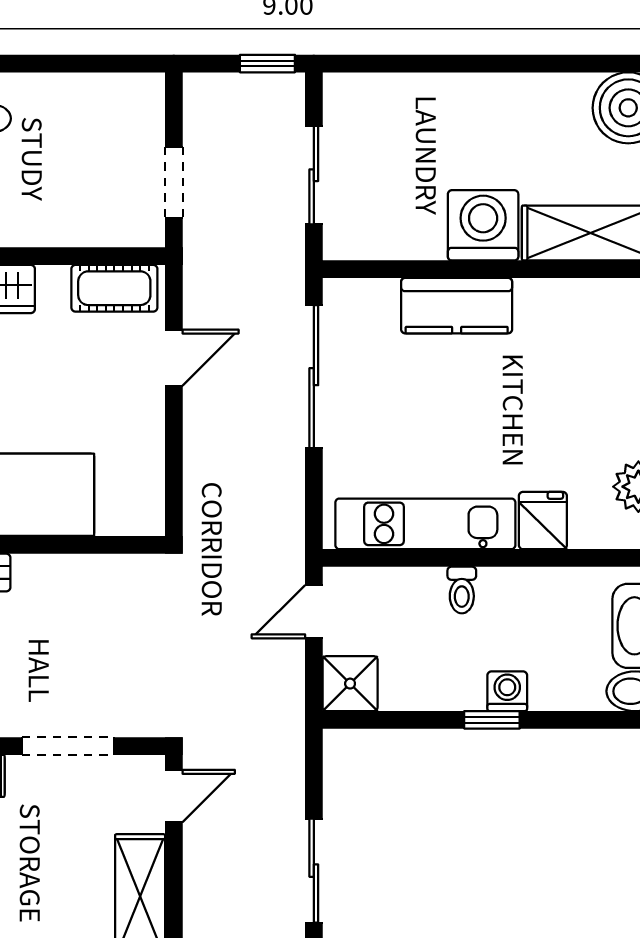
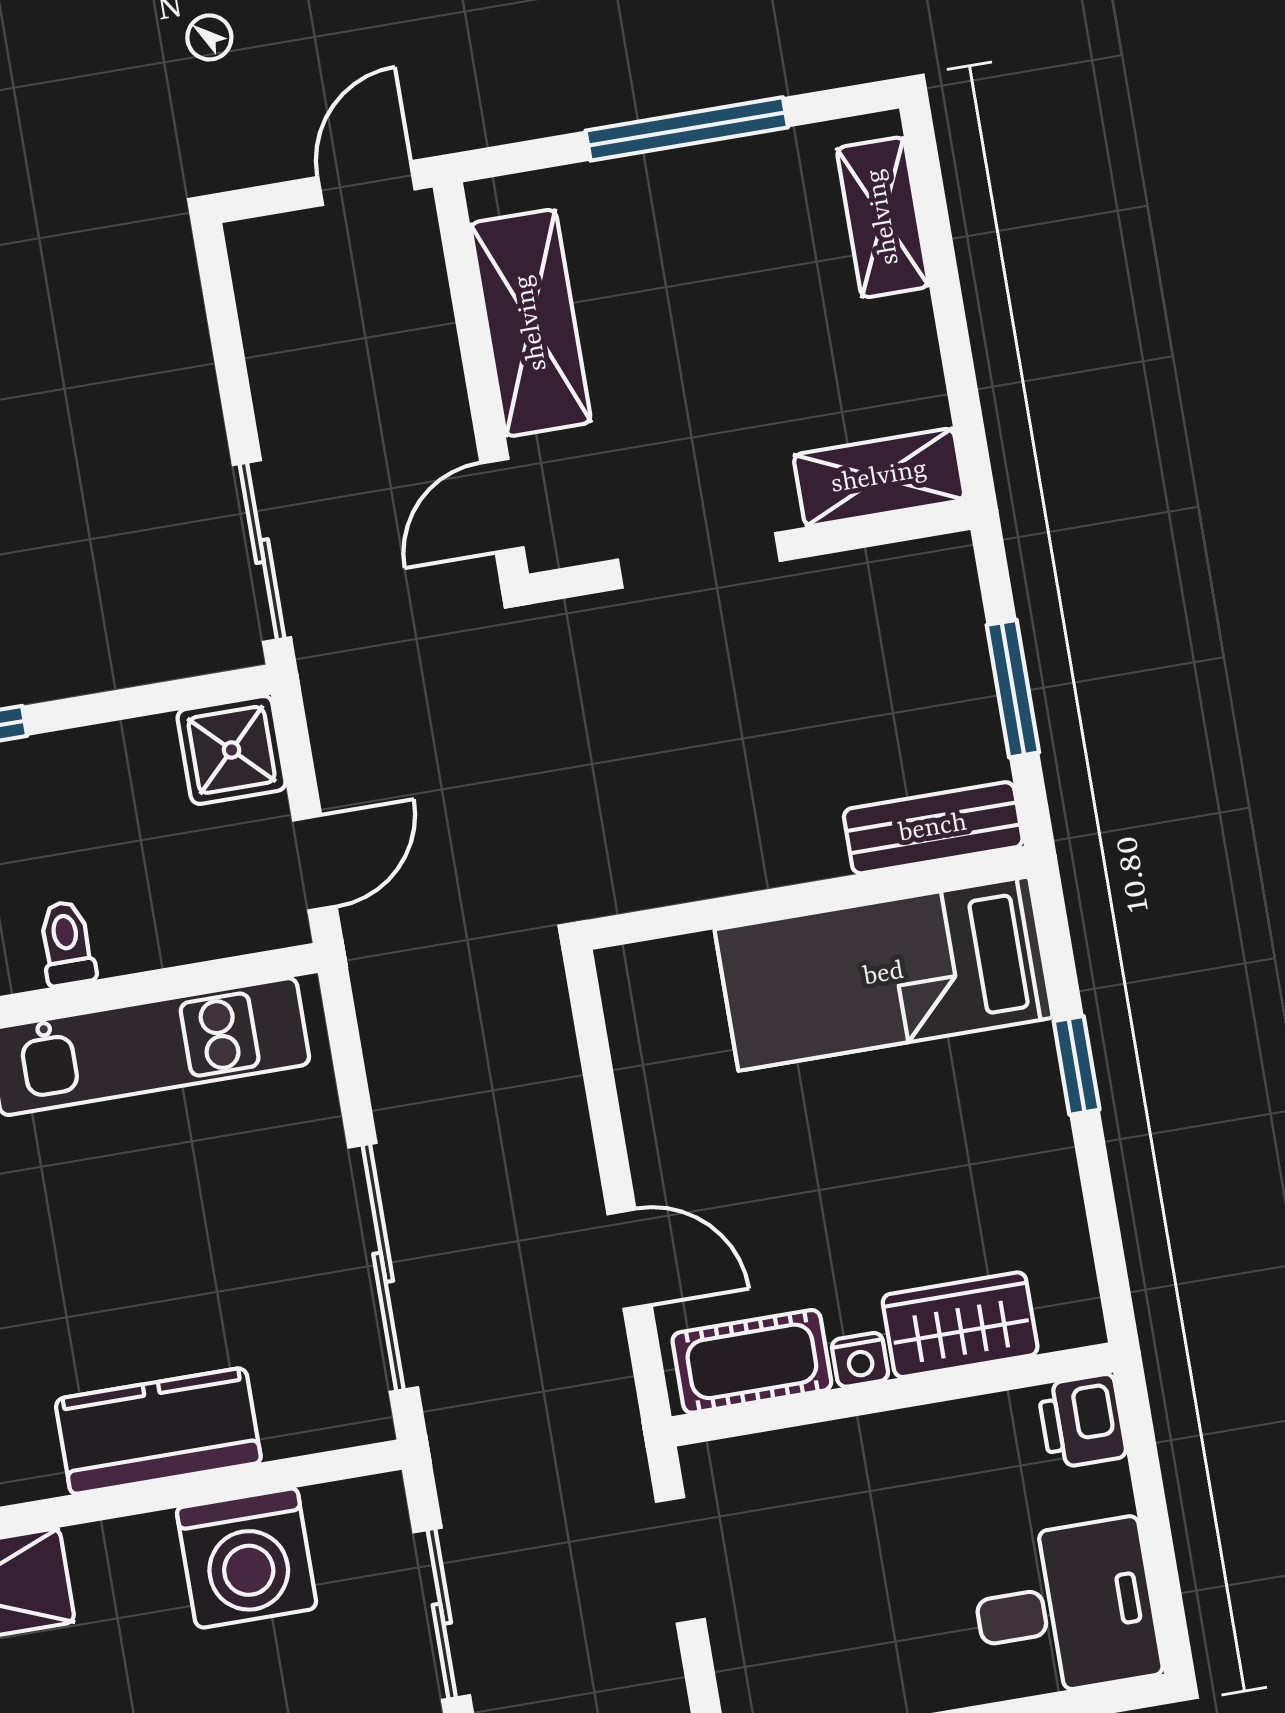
washing machine: (483, 225) -> (247, 1558), moved
nightstand: (53, 279) -> (860, 1360), added
door: (174, 358) -> (629, 1259), swing flipped
sliding door: (314, 871) -> (262, 551), moved

